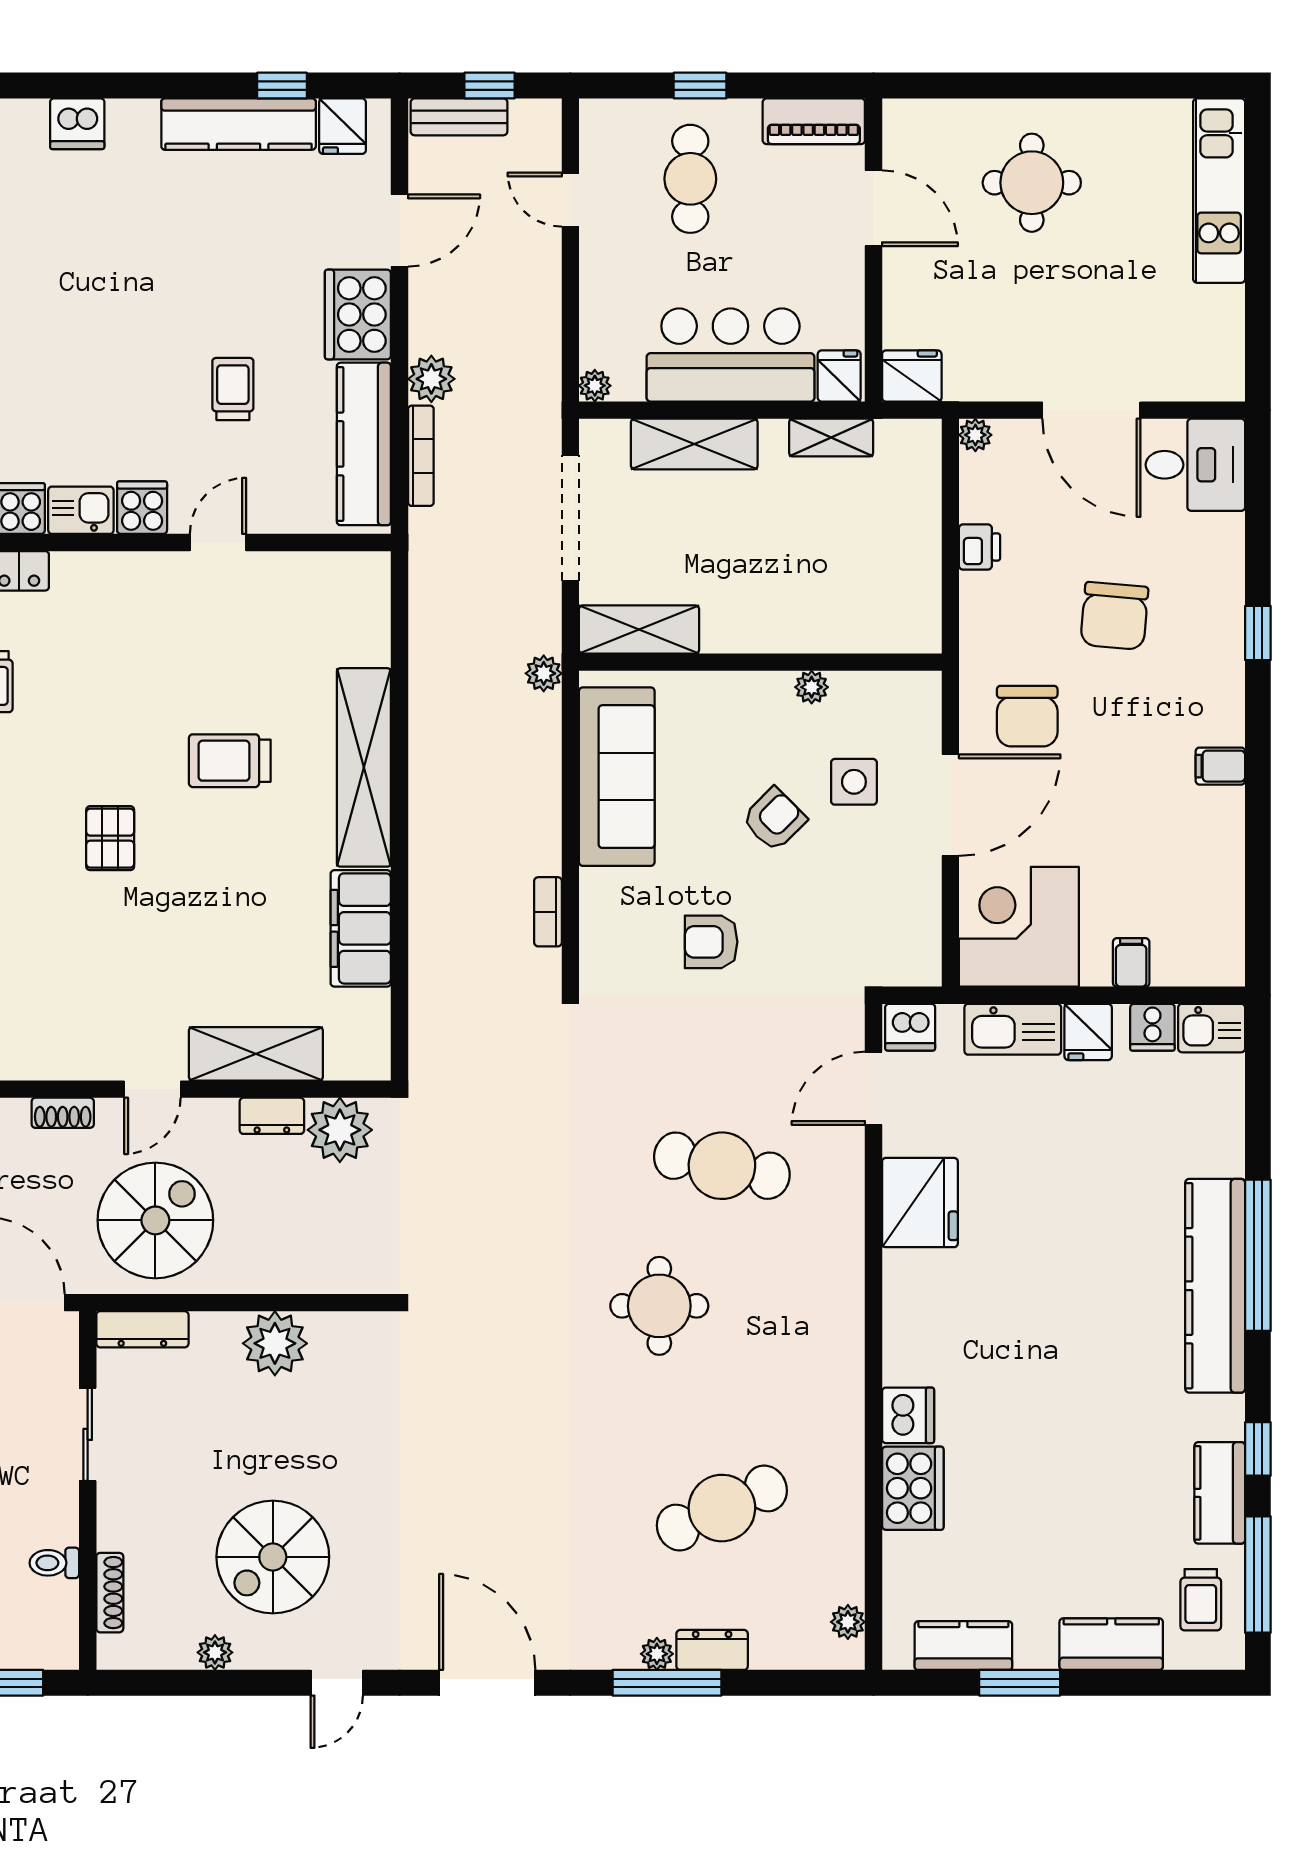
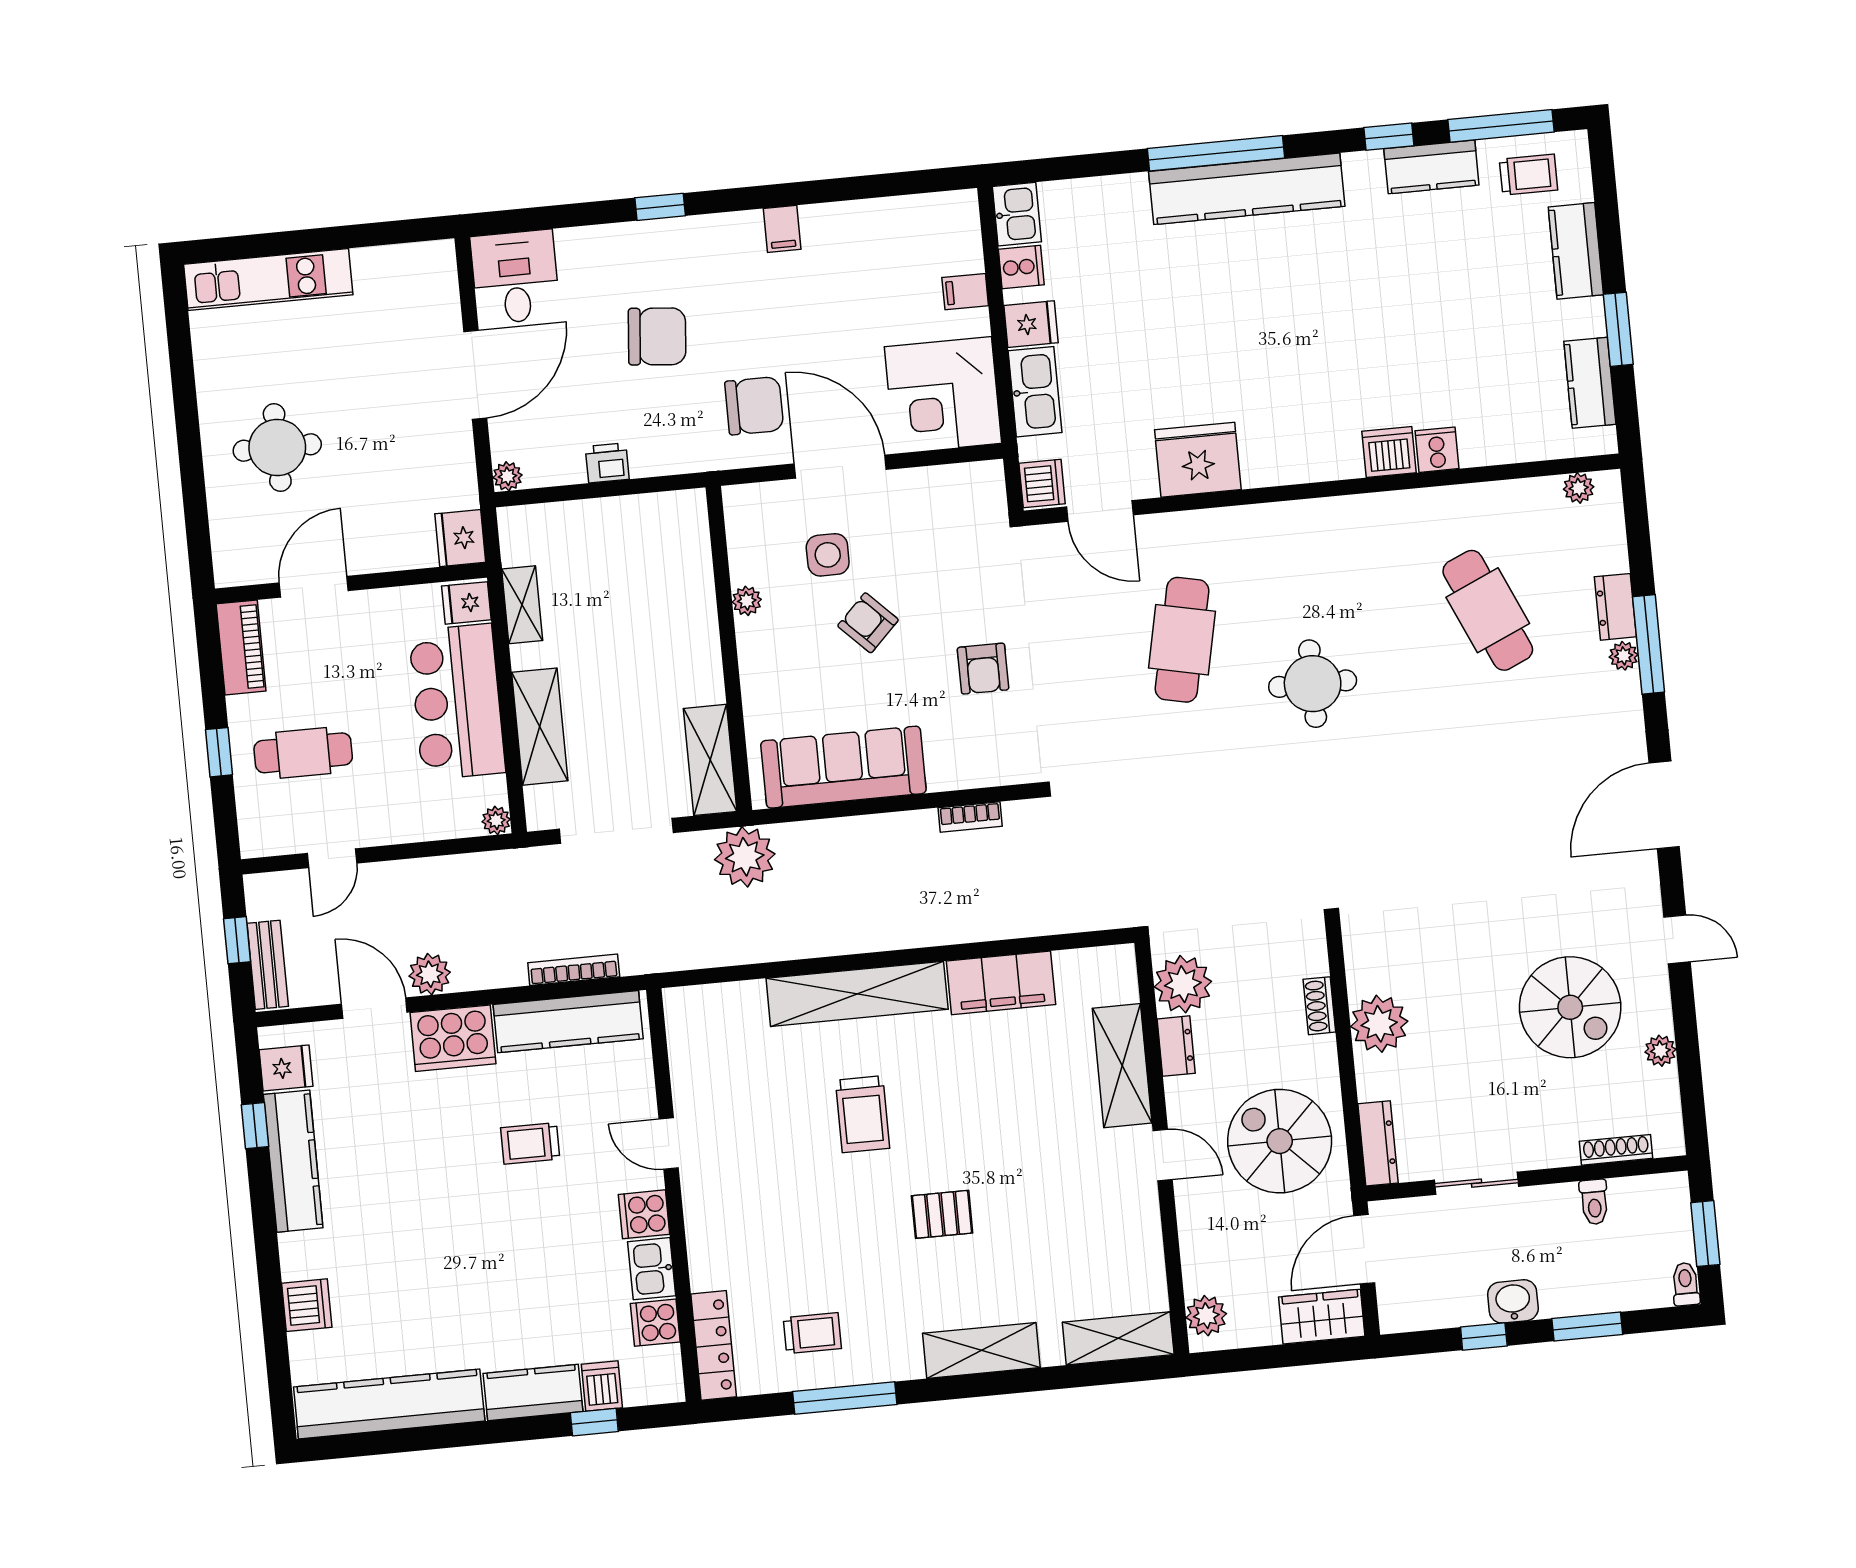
plant: (431, 379) -> (430, 974), moved
plant: (544, 673) -> (745, 857), width x1.87, depth x1.87
shoe rack: (63, 1113) -> (1319, 1006), moved, turned 180
cooker: (913, 1488) -> (1437, 450), width x0.53, depth x0.76

